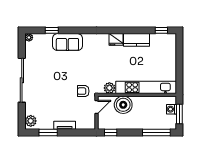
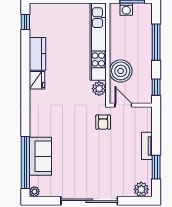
window: (52, 30) -> (25, 162), width x3.17
sofa: (67, 42) -> (40, 156), moved
window: (156, 133) -> (156, 42), moved

